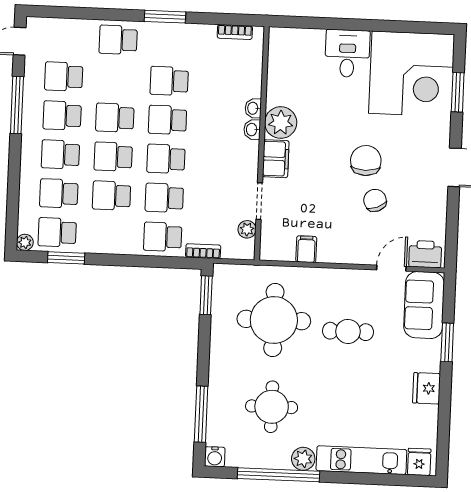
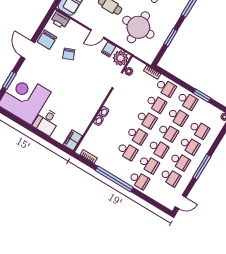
window: (165, 17) -> (114, 179), width x2.11
school desk: (116, 79) -> (149, 164), added
window: (17, 105) -> (202, 167), moved
plant: (281, 123) -> (120, 58), moved
filing cabinet: (276, 159) -> (73, 140), moved
chair: (366, 161) -> (47, 40), moved
school desk: (57, 232) -> (187, 101), moved
window: (66, 258) -> (202, 96), moved
door: (391, 268) -> (97, 34), moved
window: (206, 295) -> (171, 37), moved

